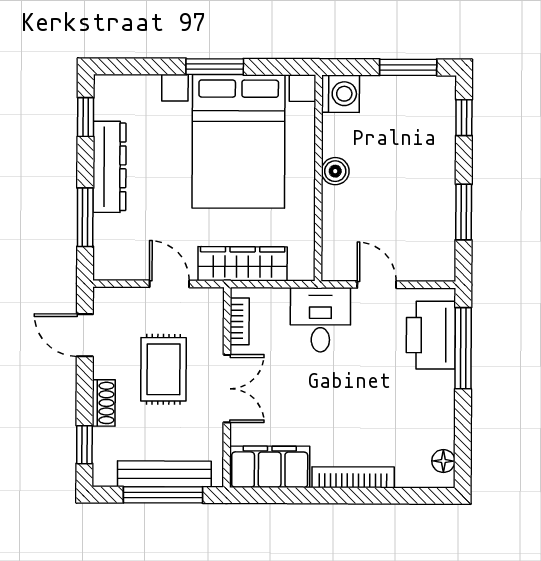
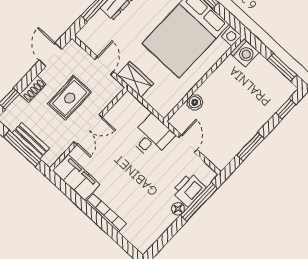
boiler: (335, 171) -> (195, 102), moved
wardrobe: (243, 264) -> (135, 79), width x0.67
bookcase: (240, 321) -> (119, 107), removed
printer: (431, 335) -> (189, 190), width x0.73, depth x0.84
floor lamp: (443, 461) -> (178, 209), moved
bench: (164, 474) -> (31, 141), width x0.73

